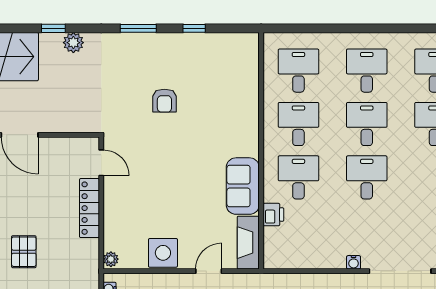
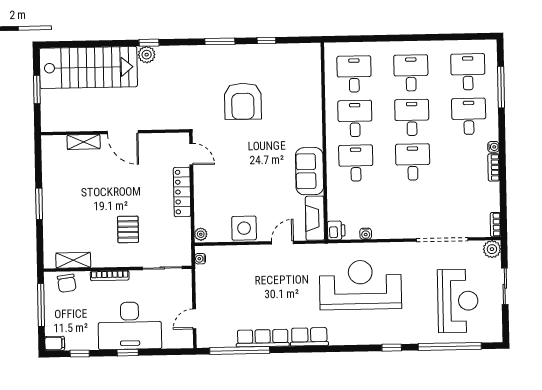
plant: (73, 43) -> (147, 55), moved
armchair: (164, 101) -> (243, 101), width x1.88, depth x1.88
printer: (273, 215) -> (336, 230), moved
water cooler: (354, 262) -> (366, 234), moved

